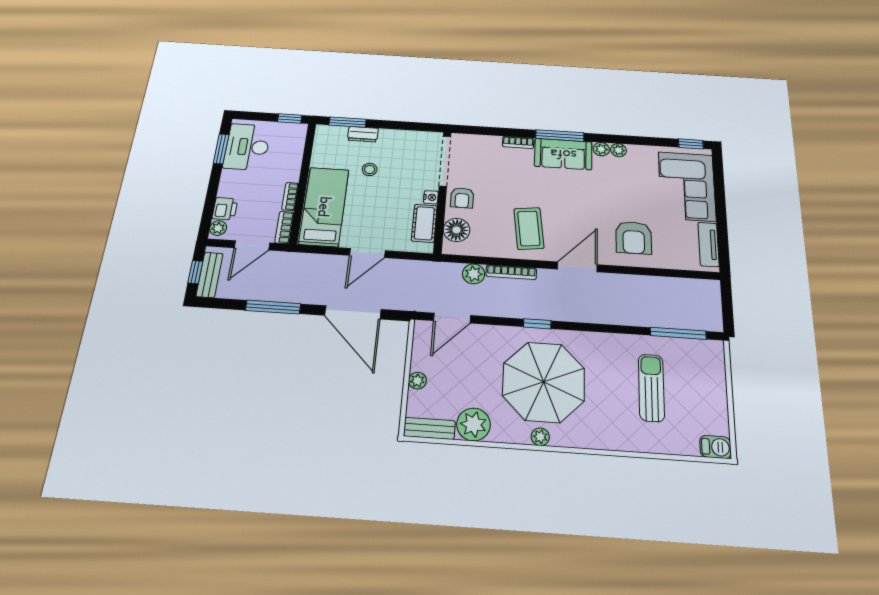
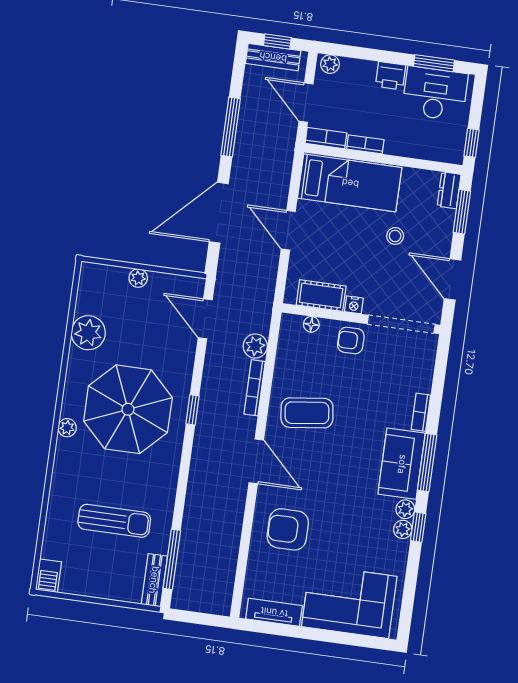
door: (405, 126) -> (453, 279), added
dresser: (363, 134) -> (449, 190), moved
window: (691, 144) -> (418, 527), moved
printer: (225, 209) -> (391, 76), moved
floor lamp: (457, 230) -> (311, 324), width x0.53, depth x0.53
bench: (429, 428) -> (154, 580), moved
plant: (540, 437) -> (67, 428), moved

